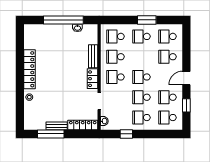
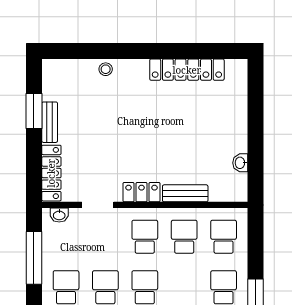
window: (63, 20) -> (256, 135), removed
locker: (29, 69) -> (187, 70), moved
window: (51, 134) -> (34, 111), width x0.69
window: (126, 134) -> (34, 258), width x2.17

